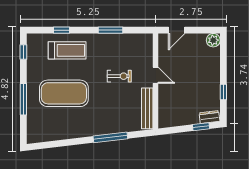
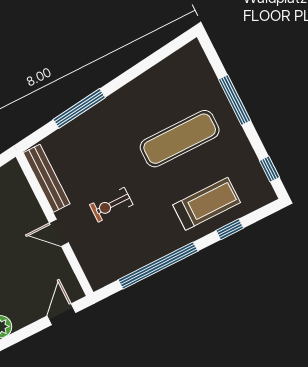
window: (111, 30) -> (158, 265), width x2.11
treadmill: (67, 50) -> (207, 204), turned 180
exercise mat: (64, 93) -> (180, 139), width x0.68

